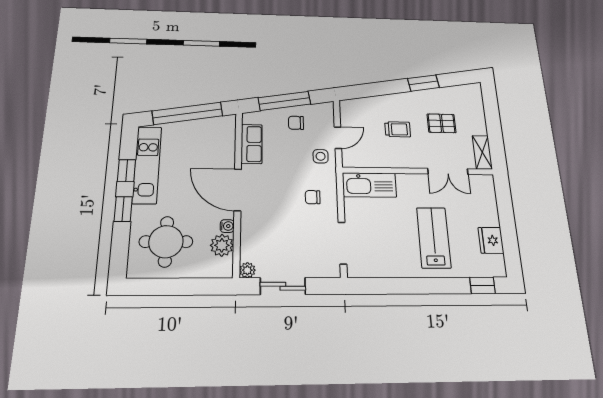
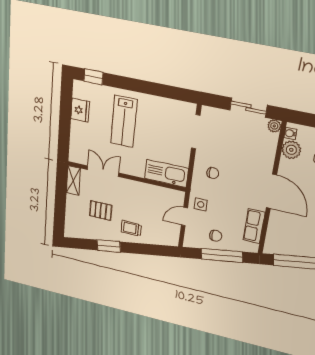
trolley: (398, 129) -> (131, 228), moved
water cooler: (227, 226) -> (290, 133), moved

